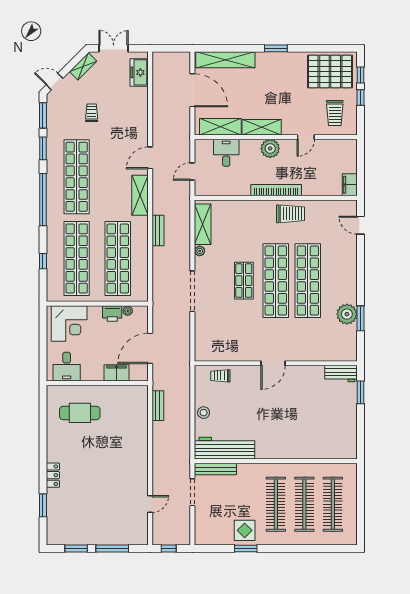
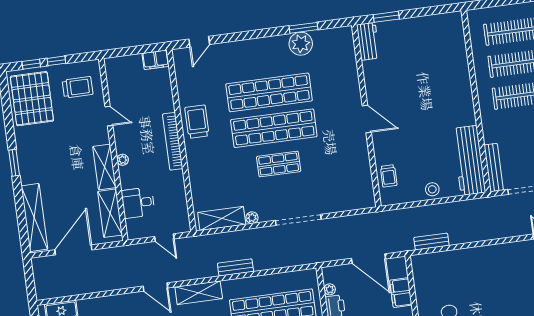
plant: (270, 148) -> (123, 160), width x0.53, depth x0.53

